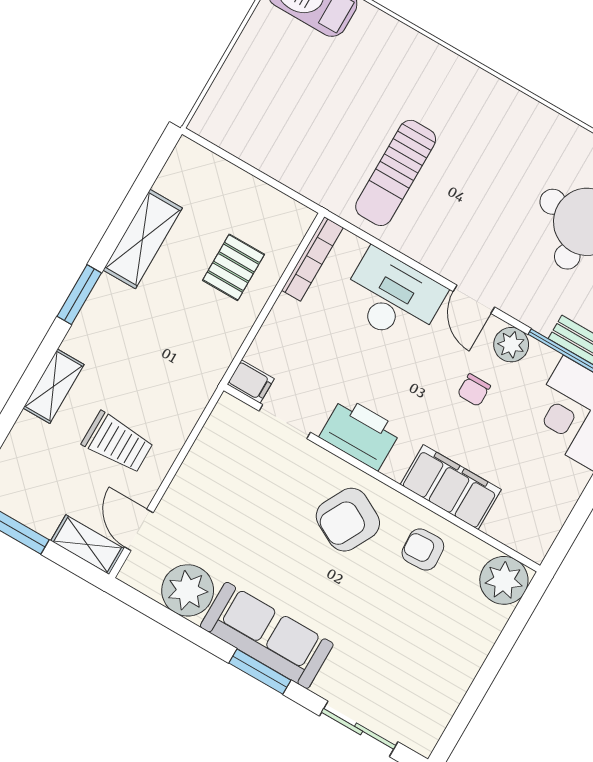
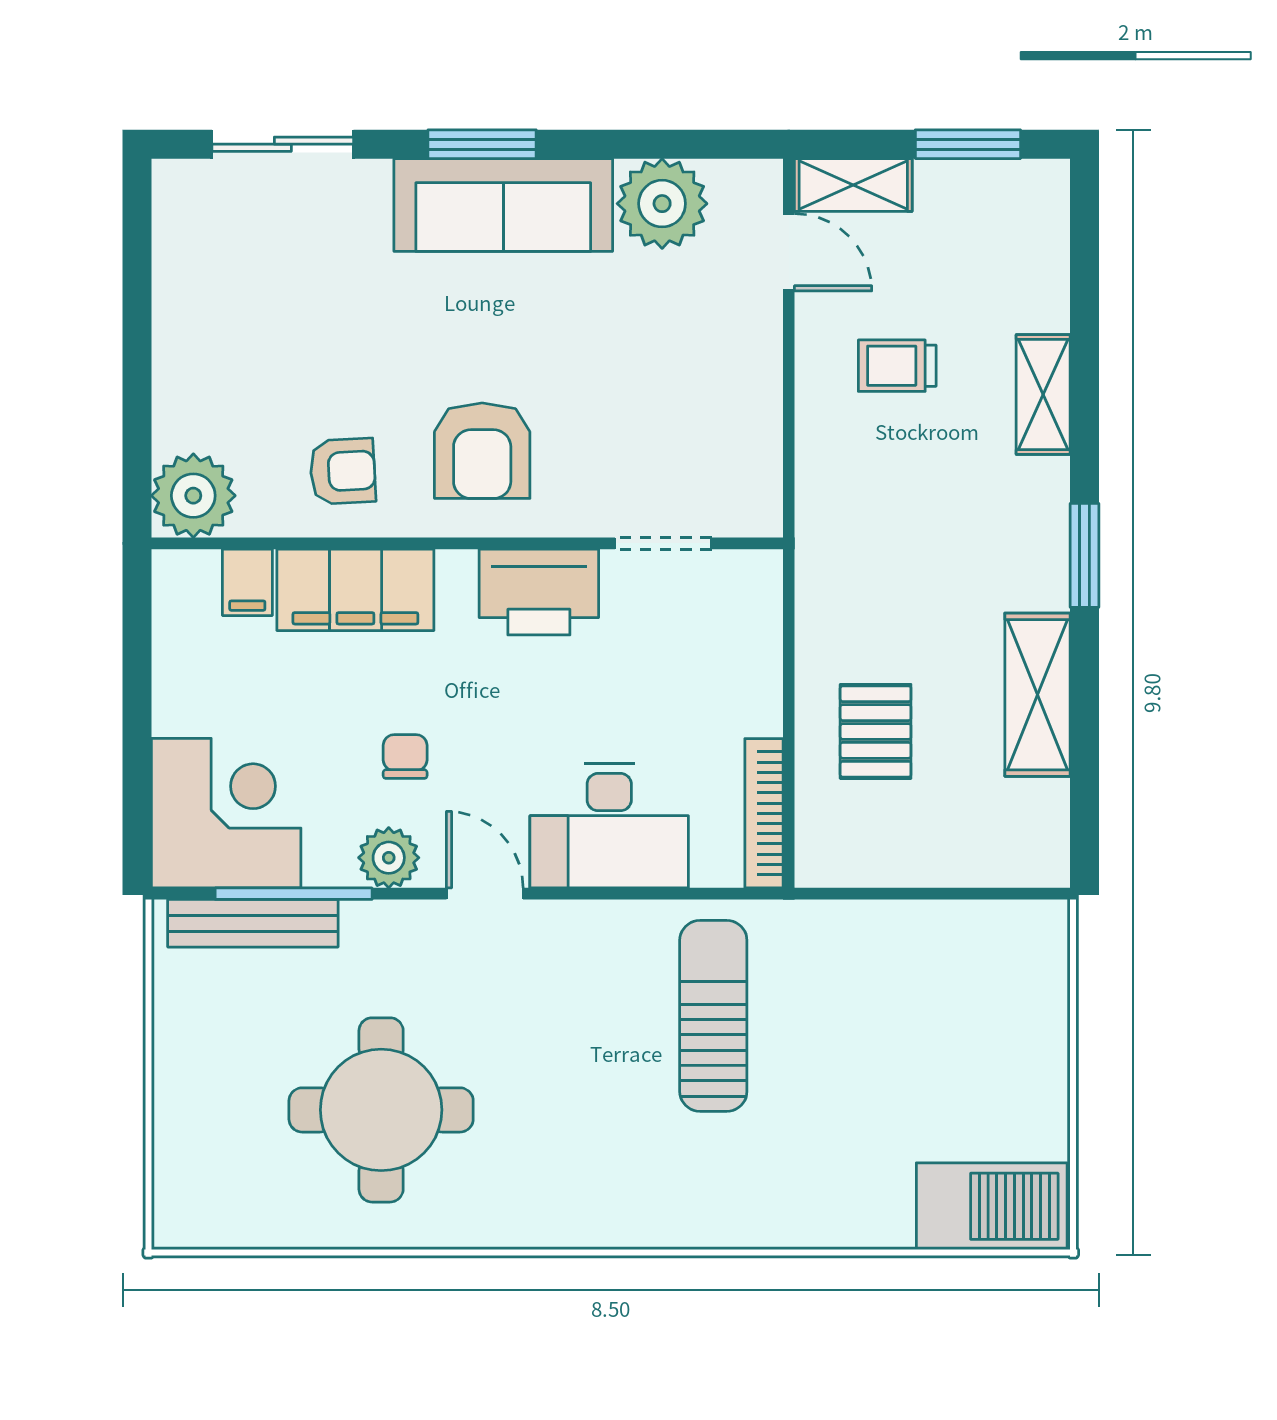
filing cabinet: (251, 382) -> (247, 582), moved, turned -90
trolley: (118, 442) -> (897, 366), width x0.73, depth x0.72
armchair: (348, 520) -> (482, 451), turned 152

